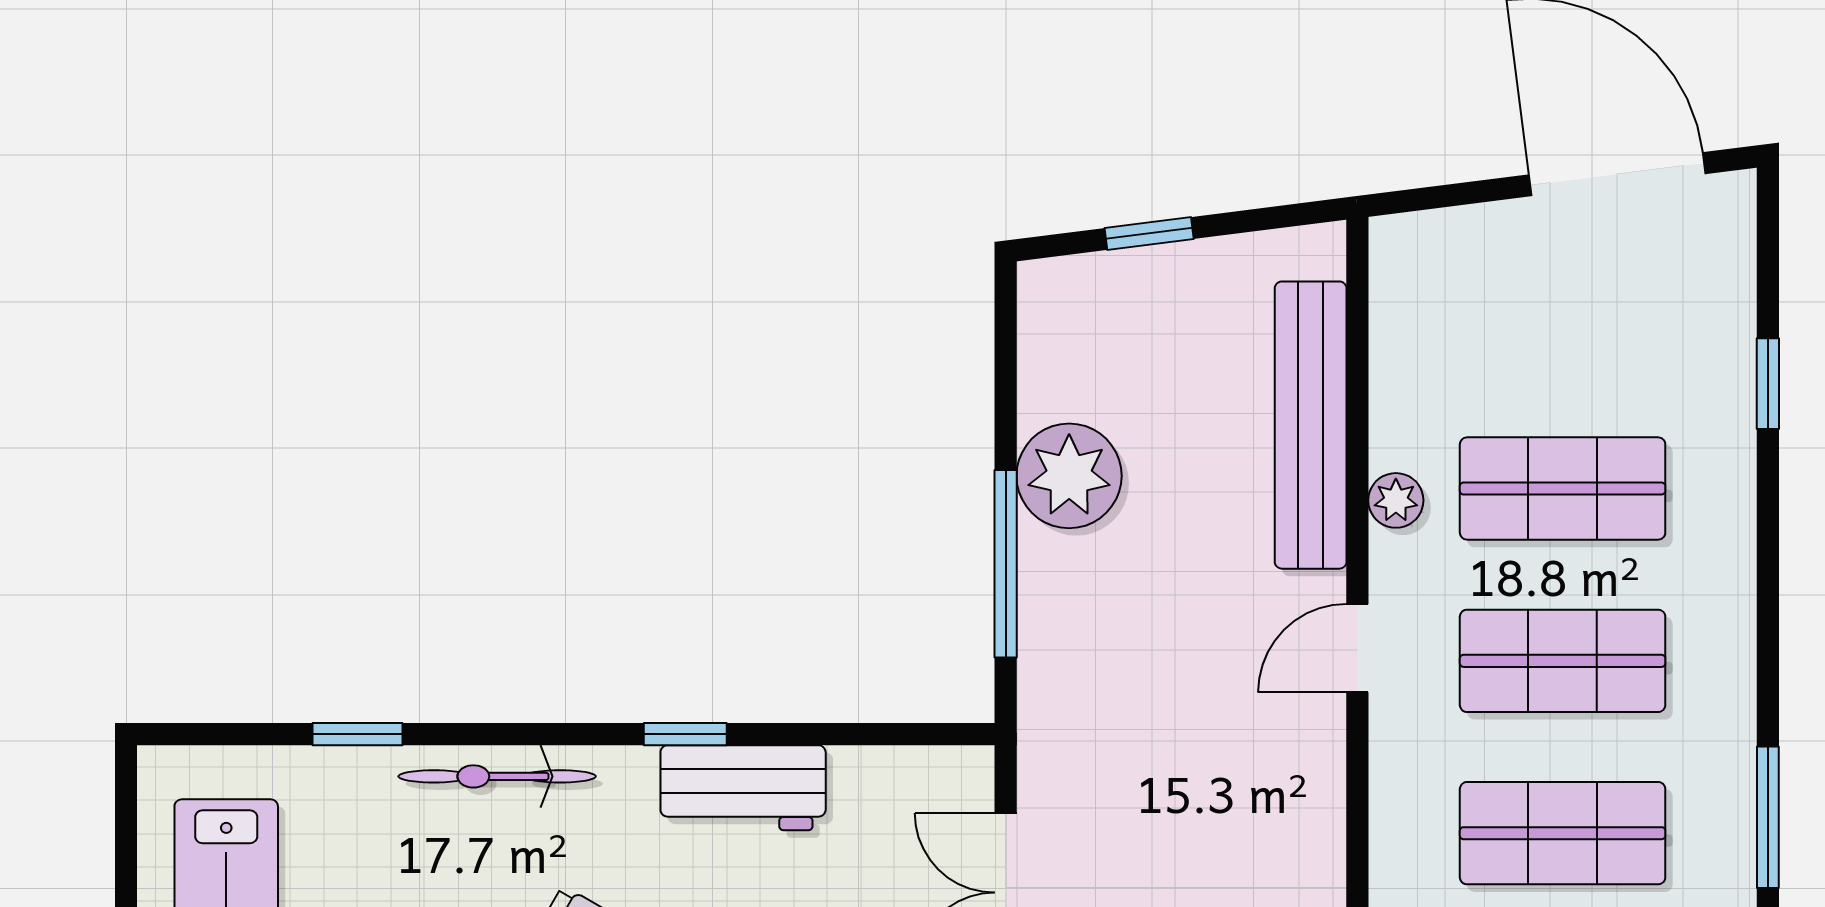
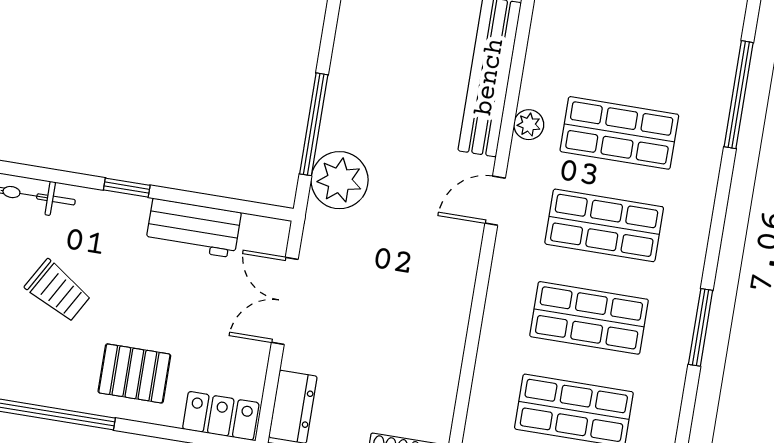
window: (1768, 384) -> (739, 95), width x2.17
plant: (1069, 476) -> (340, 180), moved
workbench: (743, 788) -> (193, 228), moved

